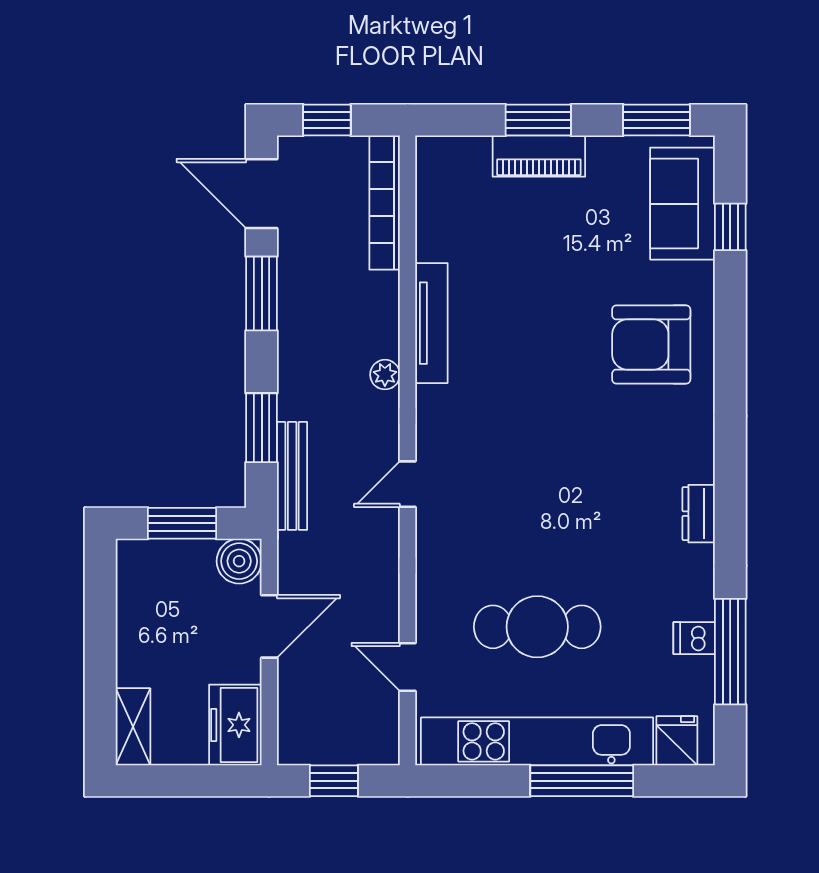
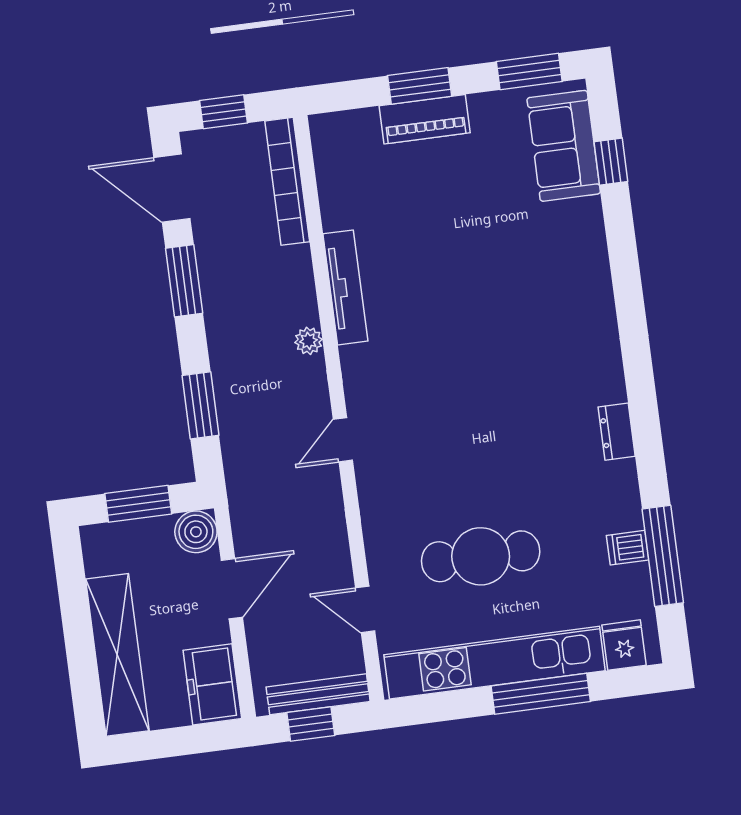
armchair: (651, 344) -> (552, 280), removed
bench: (292, 476) -> (318, 694), moved, turned 90
shelving: (133, 727) -> (117, 655), width x2.20, depth x1.33

